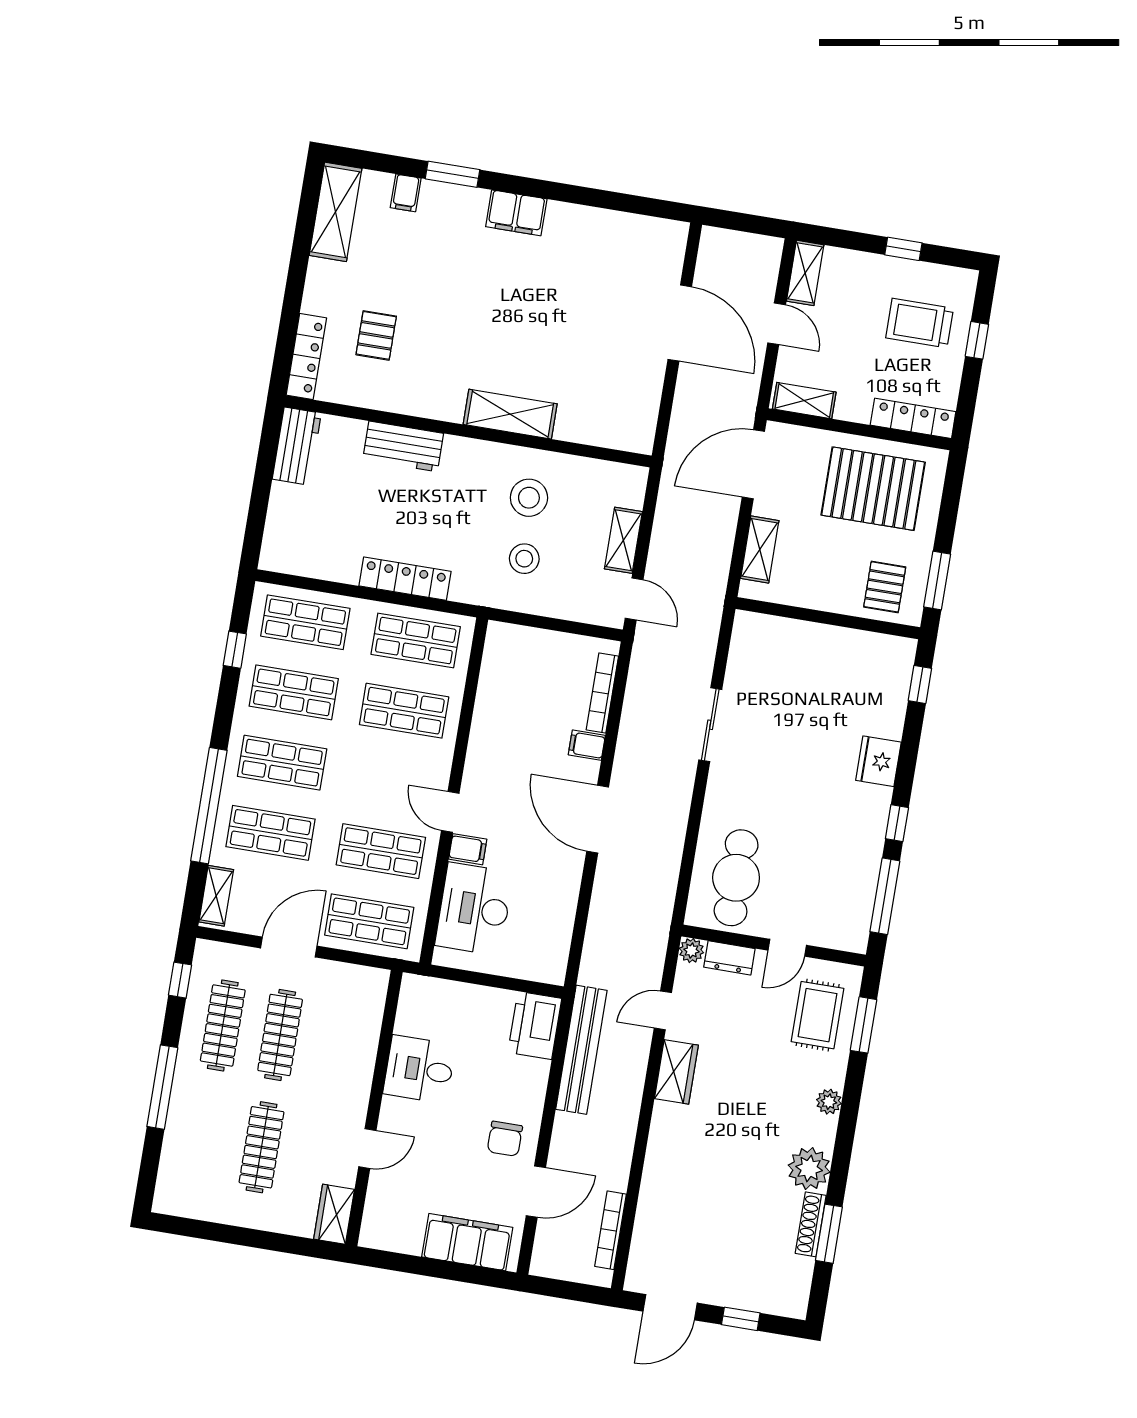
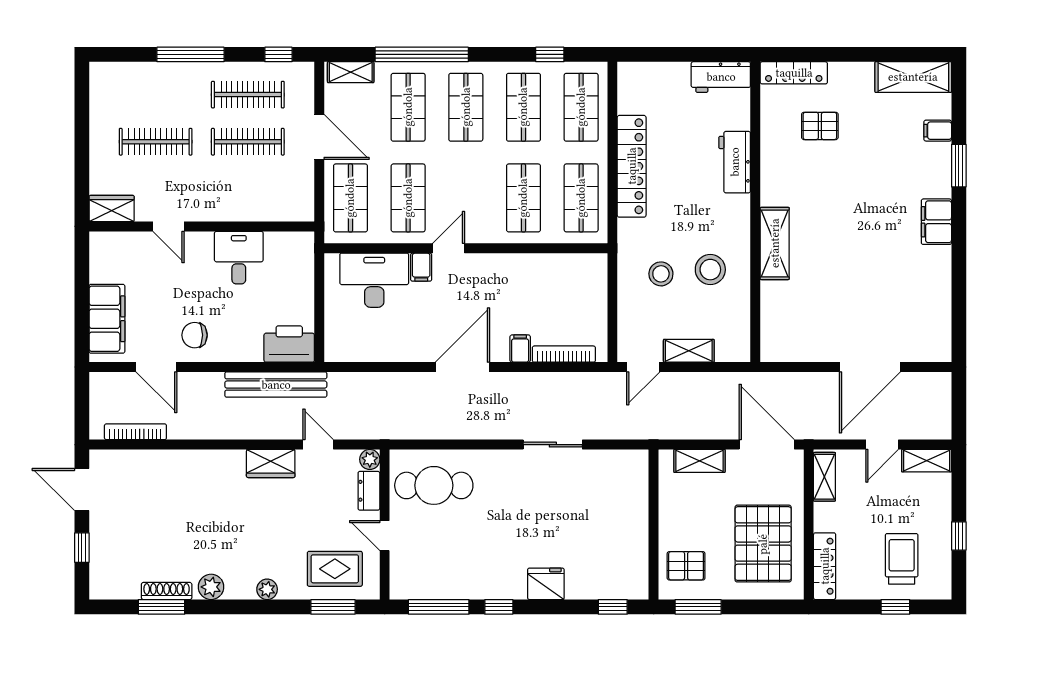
locker: (405, 579) -> (632, 166), width x1.41, depth x1.21
plant: (809, 1169) -> (211, 587), width x0.73, depth x0.73

